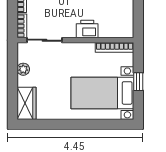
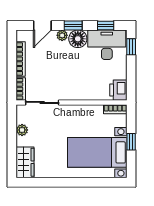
printer: (87, 29) -> (118, 90), moved, turned -90
bookcase: (115, 47) -> (115, 109), width x0.64

